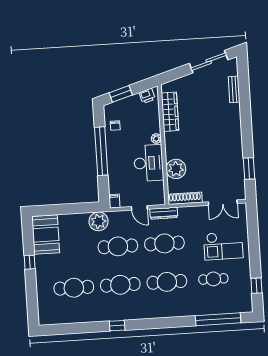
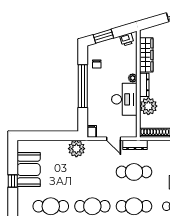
dresser: (170, 145) -> (144, 85), added
booth: (46, 235) -> (29, 170), moved
cafe table: (118, 246) -> (92, 172), removed

